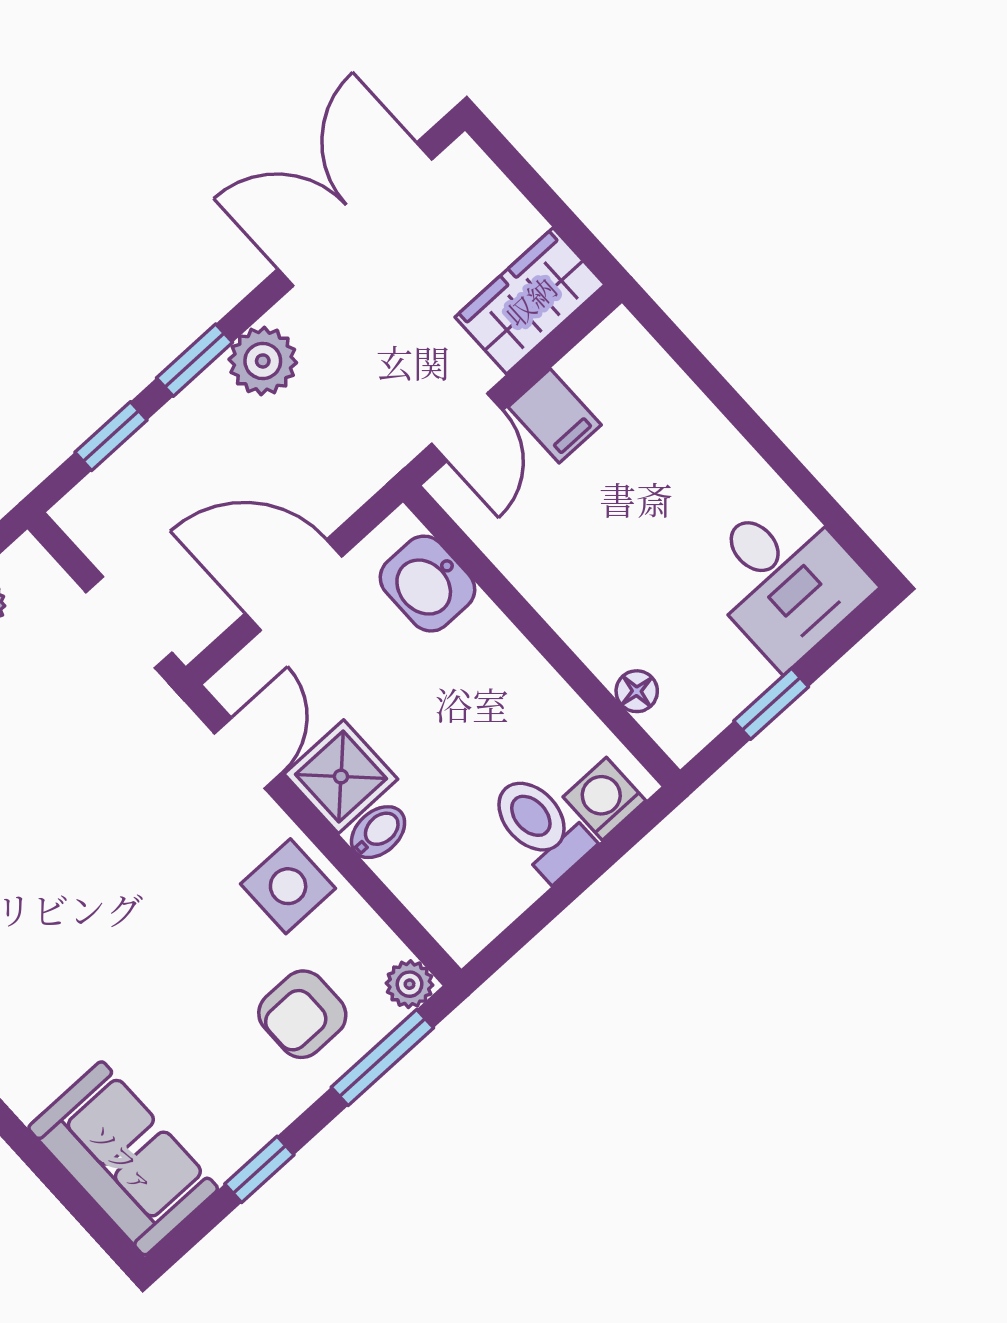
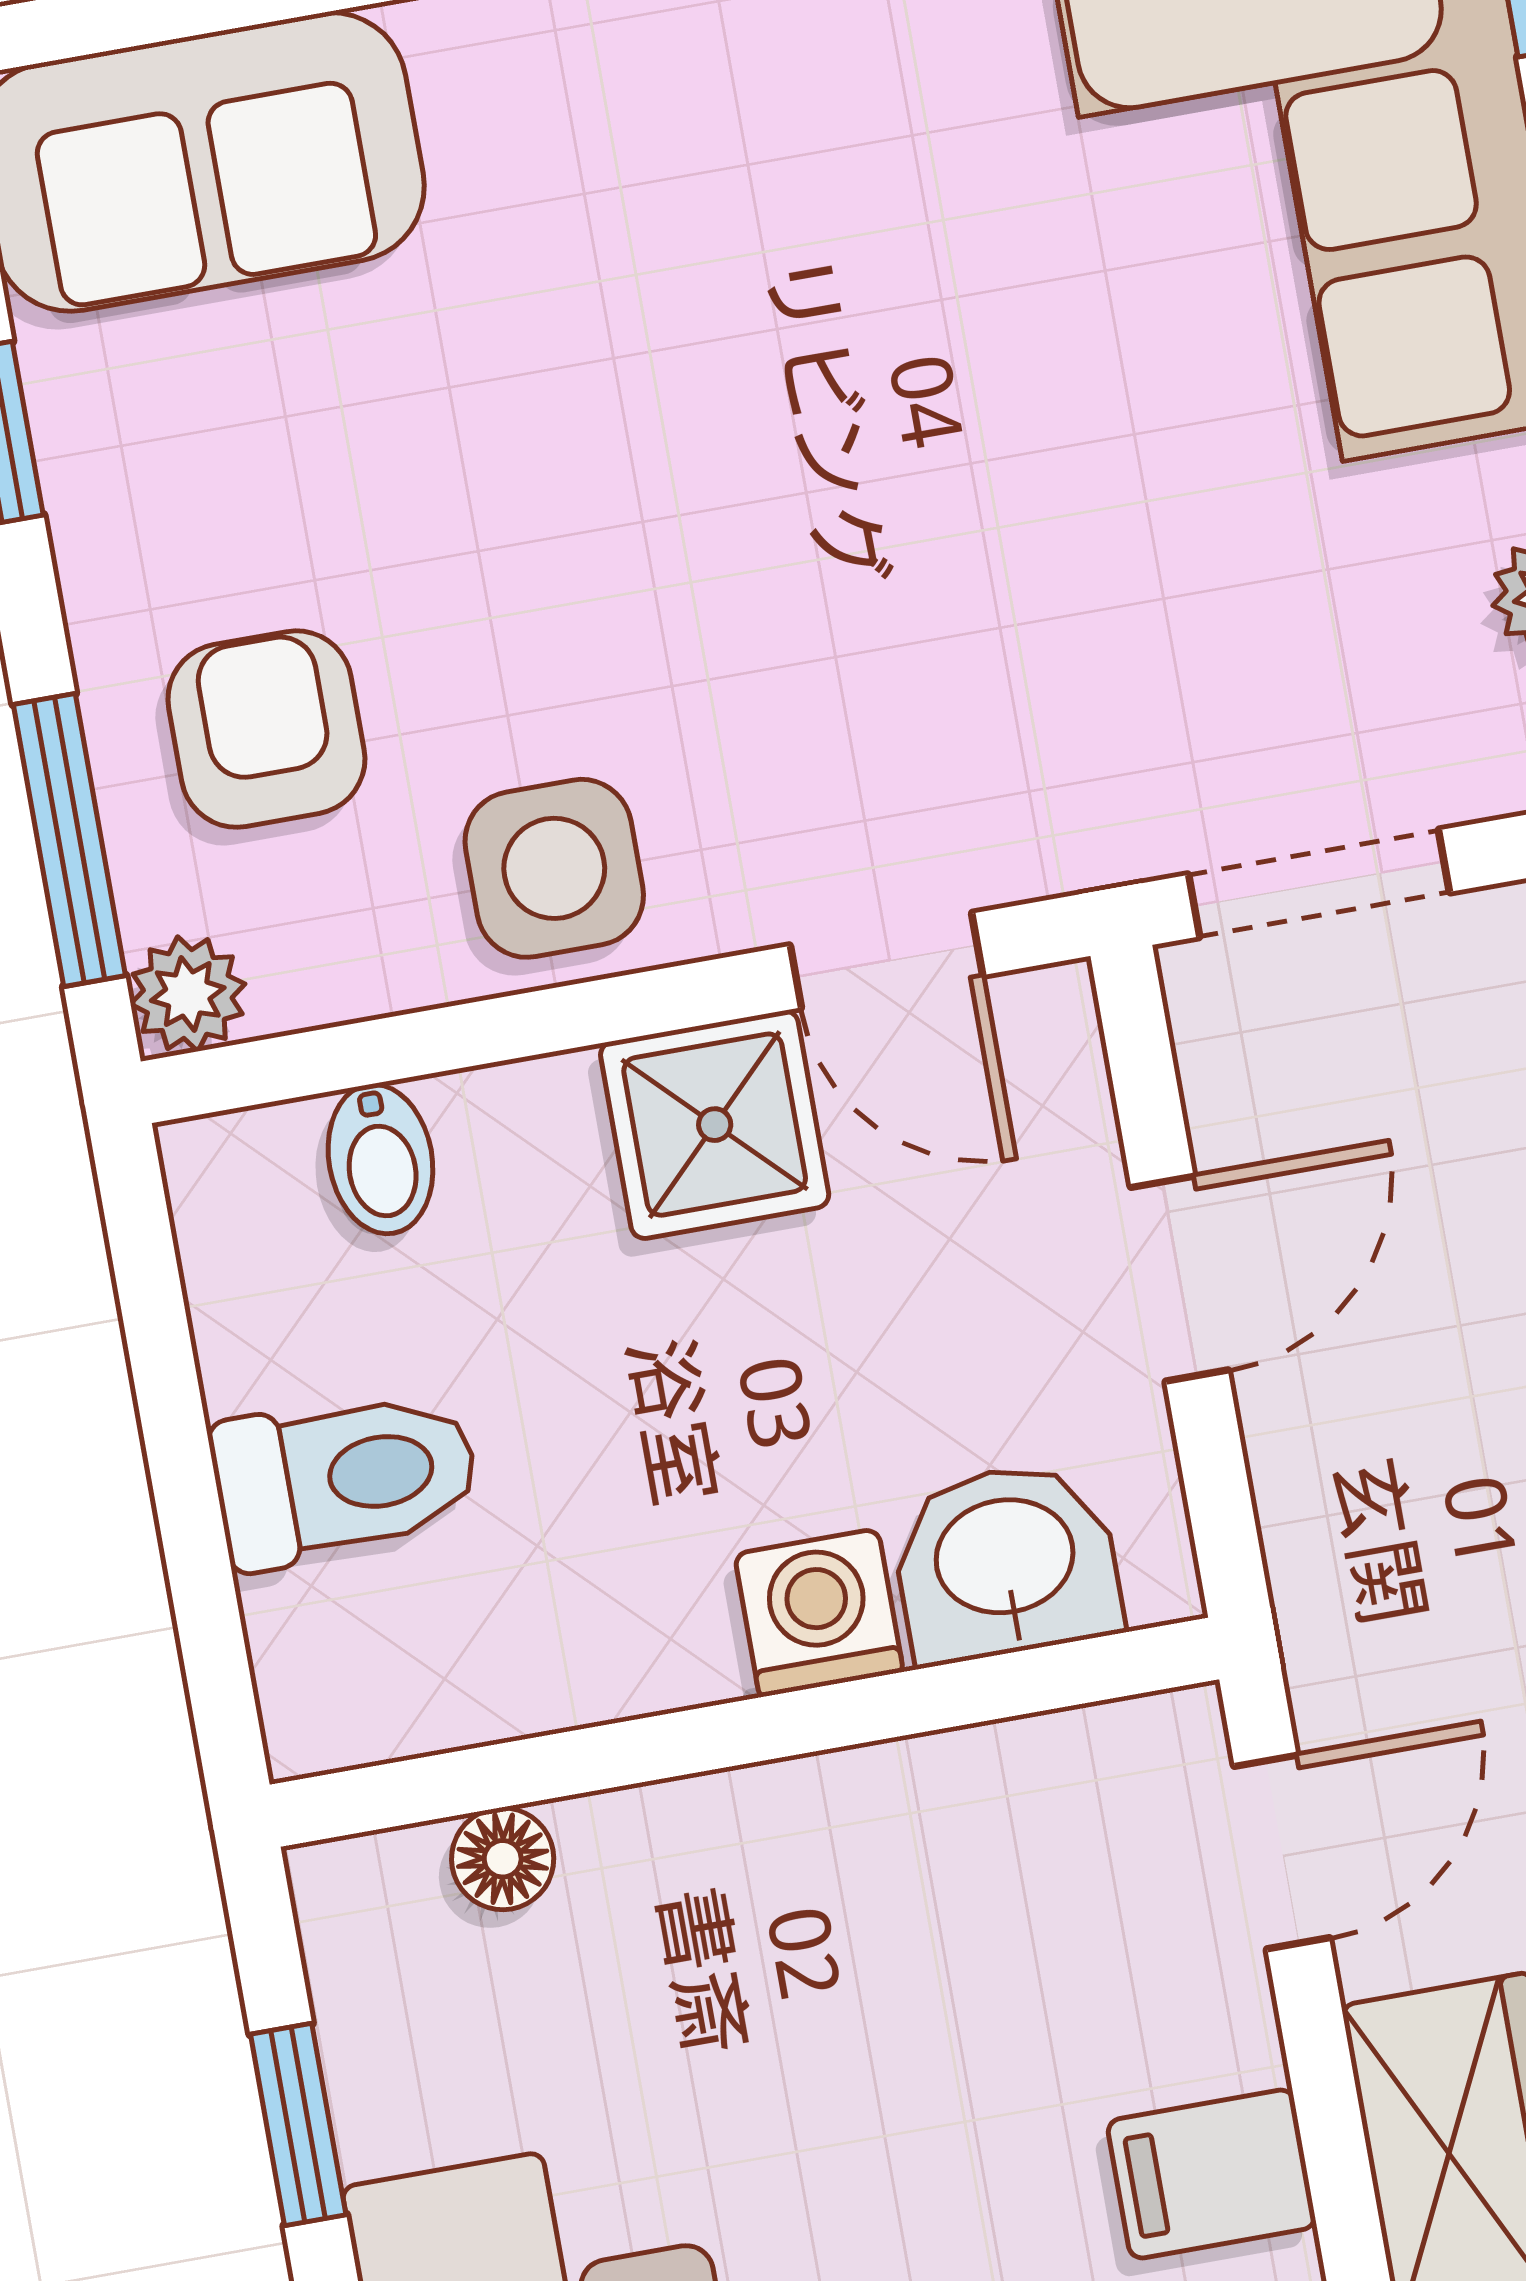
filing cabinet: (555, 416) -> (1212, 2174), moved
door: (467, 427) -> (1282, 1852), swing flipped
door: (294, 585) -> (1180, 1279), width x0.73
washing machine: (604, 799) -> (819, 1613), moved, turned -90
bidet: (378, 832) -> (380, 1159), moved

